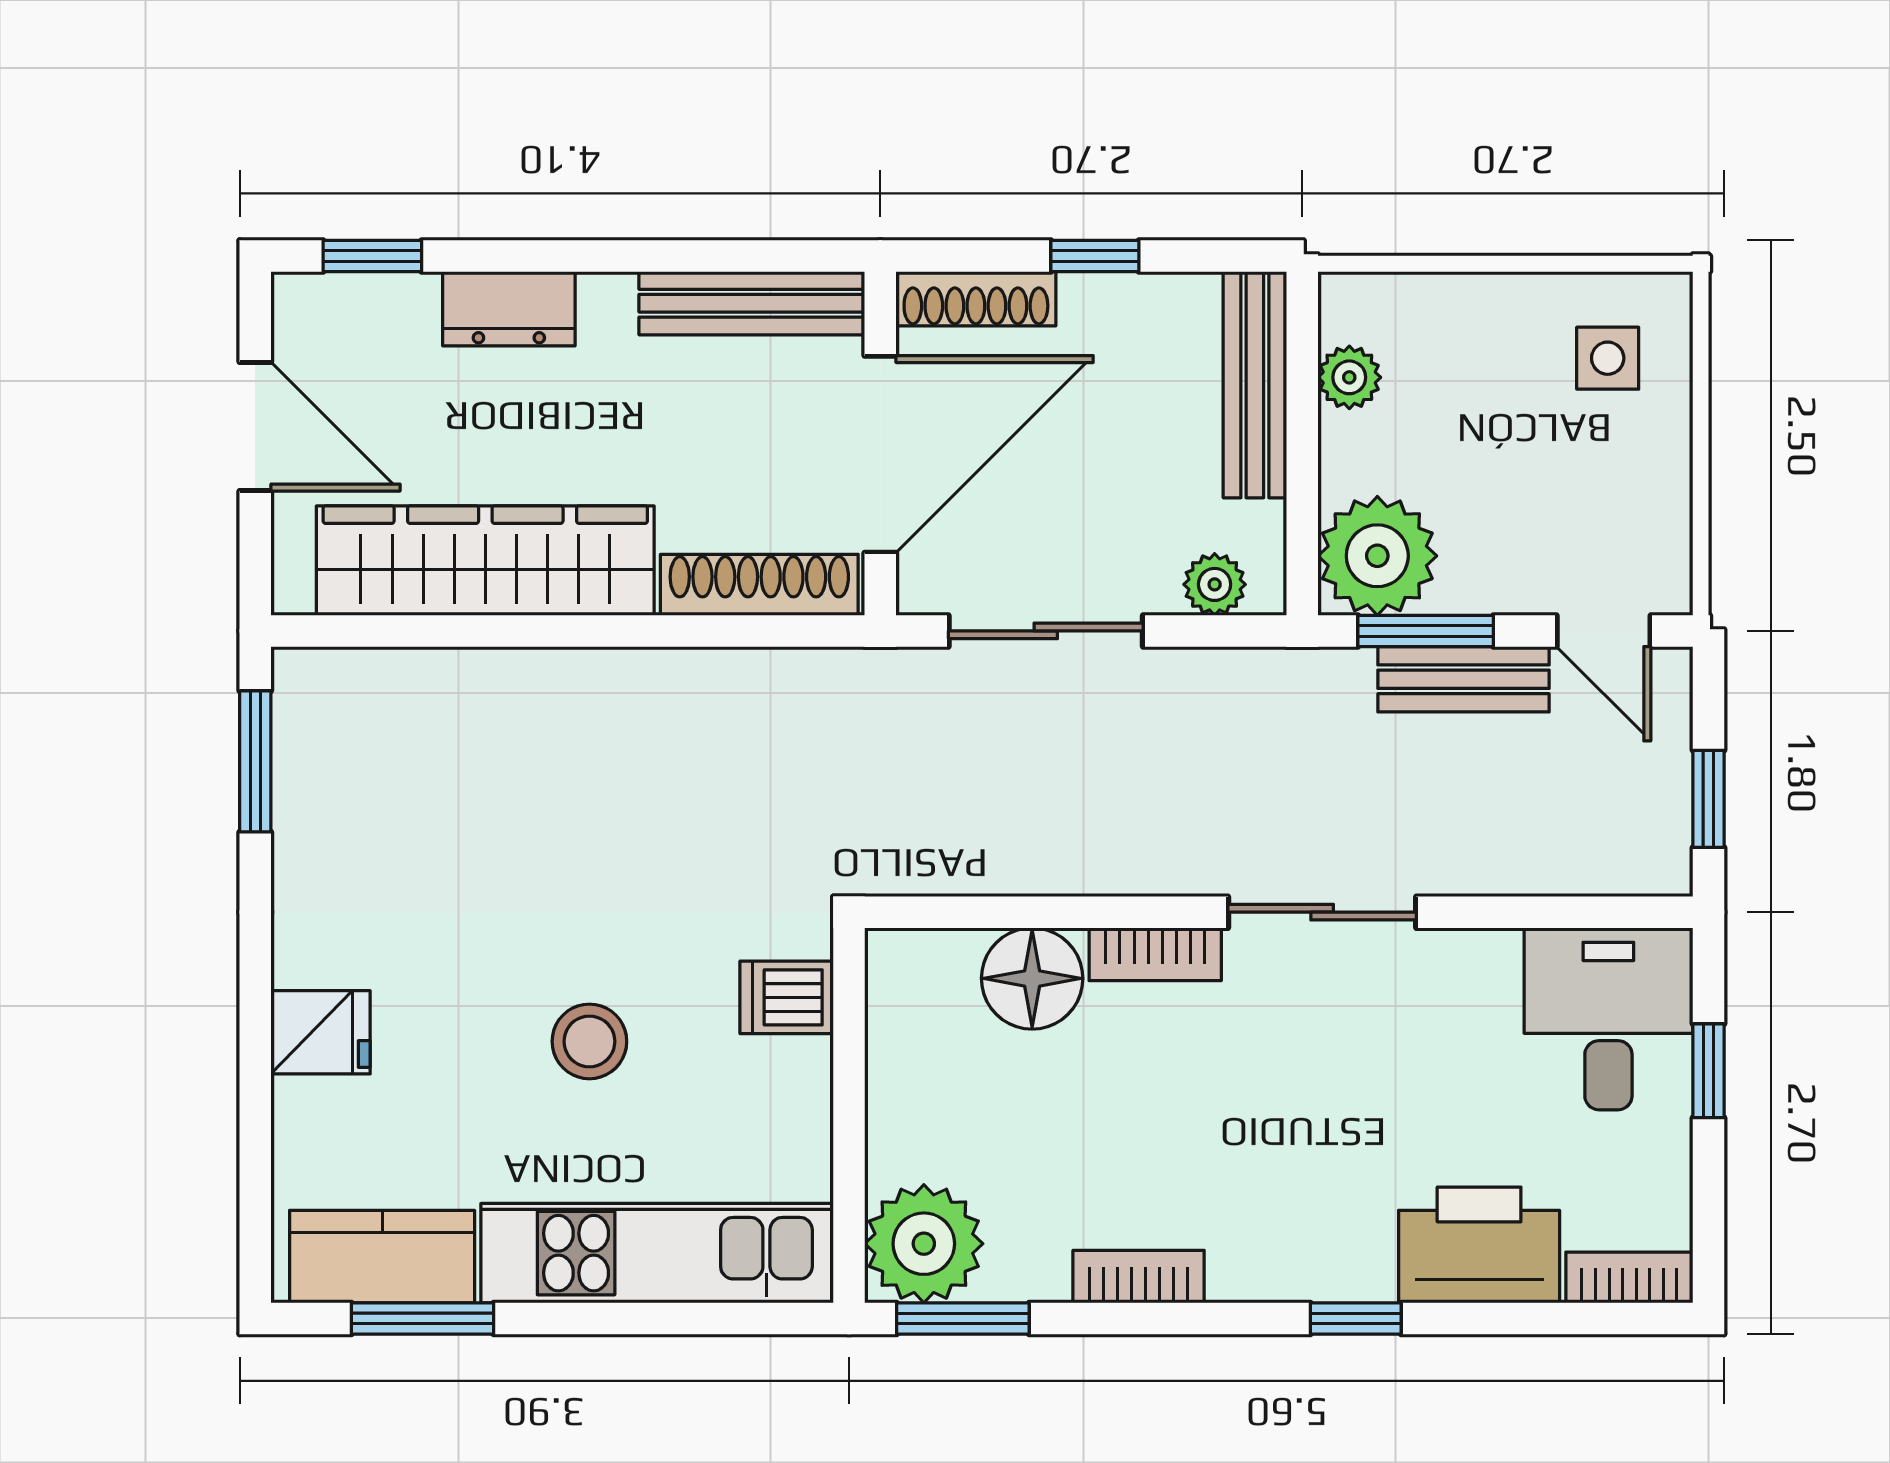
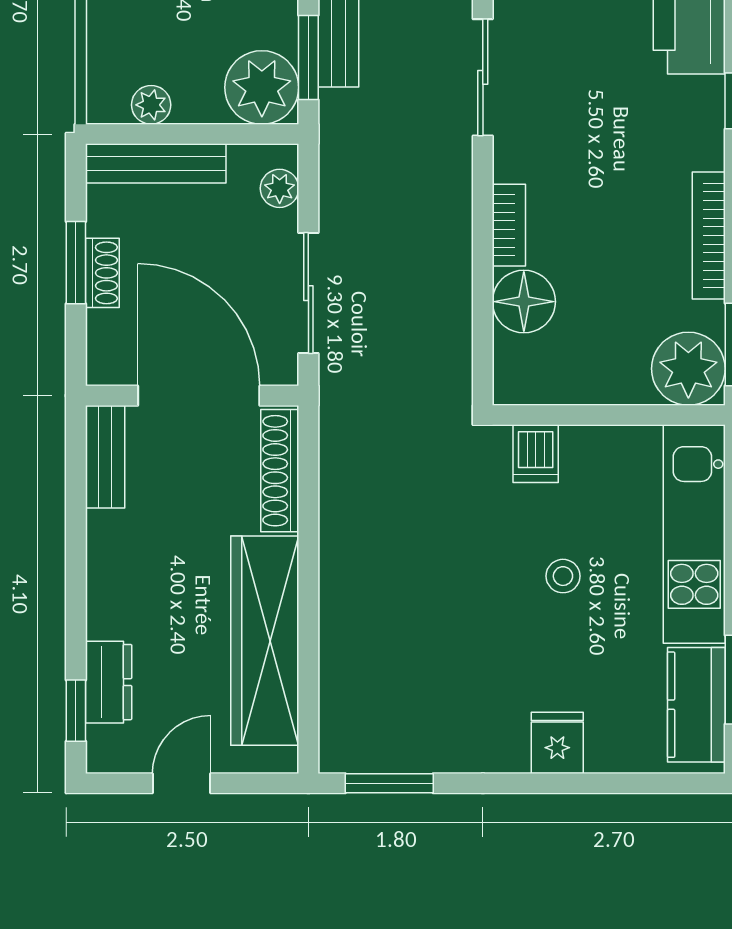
window: (1095, 256) -> (76, 263), width x1.50
shoe rack: (976, 299) -> (102, 273), moved, width x0.70
bench: (752, 303) -> (105, 457), width x0.73
dresser: (509, 309) -> (109, 682), moved
door: (255, 427) -> (182, 783), width x0.73
sliding door: (1322, 912) -> (483, 77), moved
stool: (589, 1041) -> (563, 576), width x0.73, depth x0.73
bookcase: (1139, 1277) -> (709, 236), width x1.56

